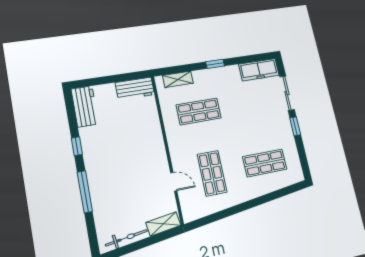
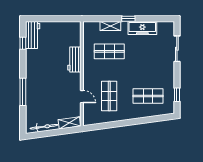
freezer: (259, 70) -> (142, 28), moved
shelving: (178, 79) -> (110, 26), moved
workbench: (135, 89) -> (74, 60), moved, turned 90
window: (295, 126) -> (177, 95), moved
window: (77, 146) -> (23, 43), moved

